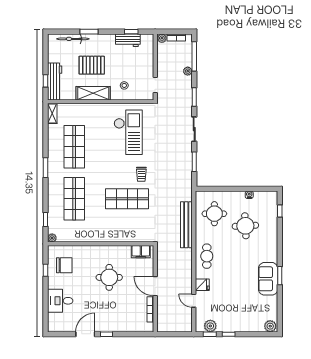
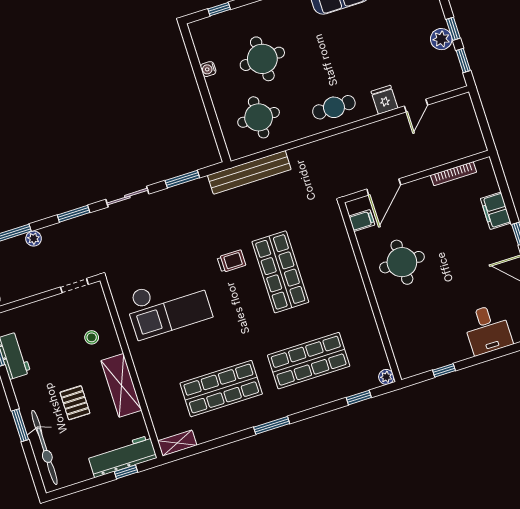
bicycle: (73, 39) -> (44, 447), width x1.37, depth x1.40
pallet: (92, 65) -> (75, 403), width x0.67, depth x0.71
checkout: (128, 132) -> (168, 306), turned 180
bench: (186, 225) -> (249, 172), moved
filing cabinet: (141, 252) -> (362, 221), width x0.50
chair: (64, 265) -> (426, 342), removed
round table: (109, 277) -> (402, 262), moved
door: (155, 286) -> (384, 187), moved
filing cabinet: (123, 326) -> (496, 211), added
plant: (210, 326) -> (441, 39), moved

